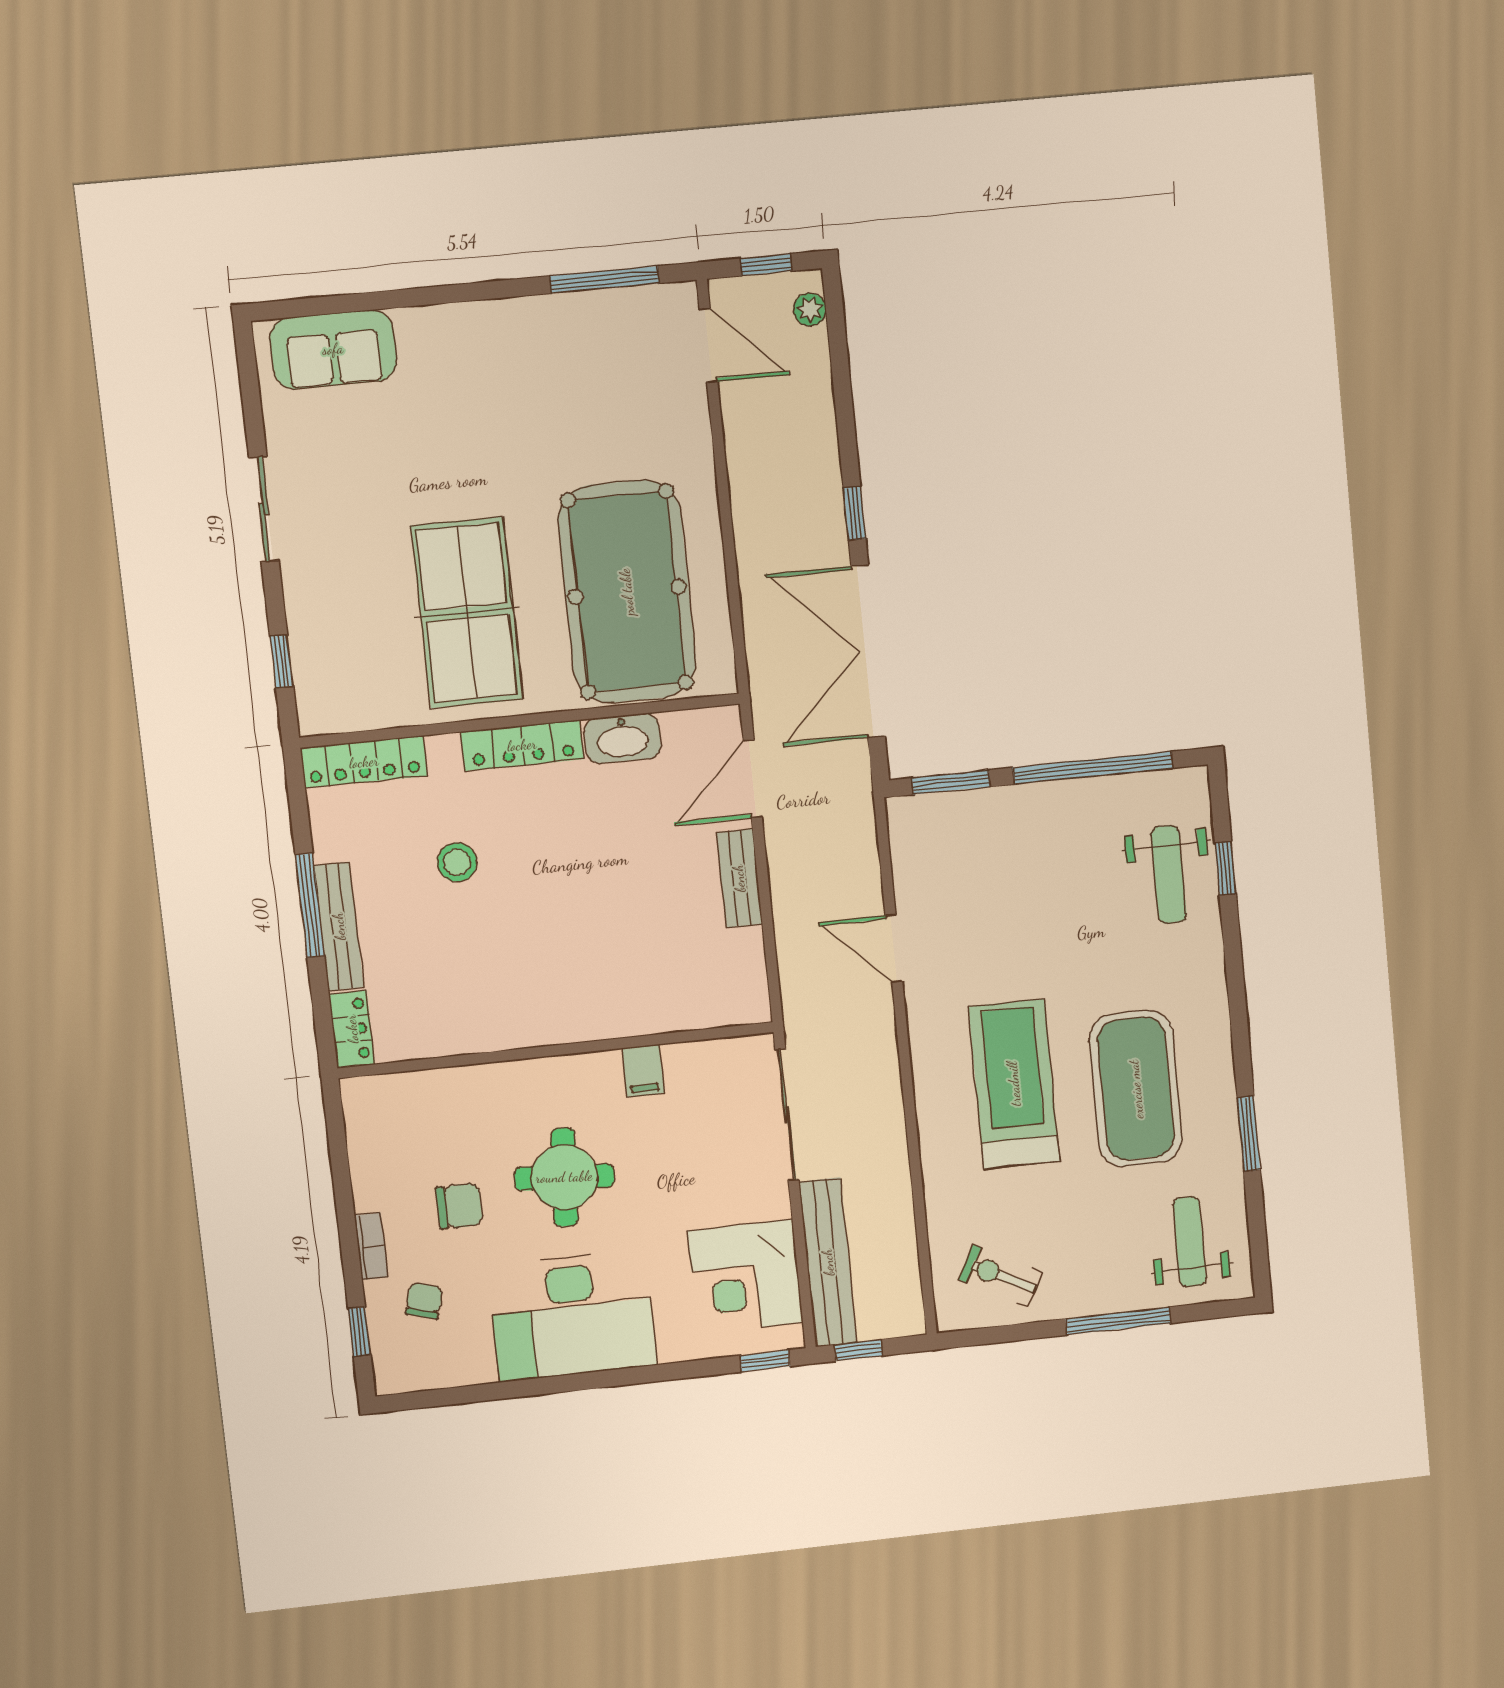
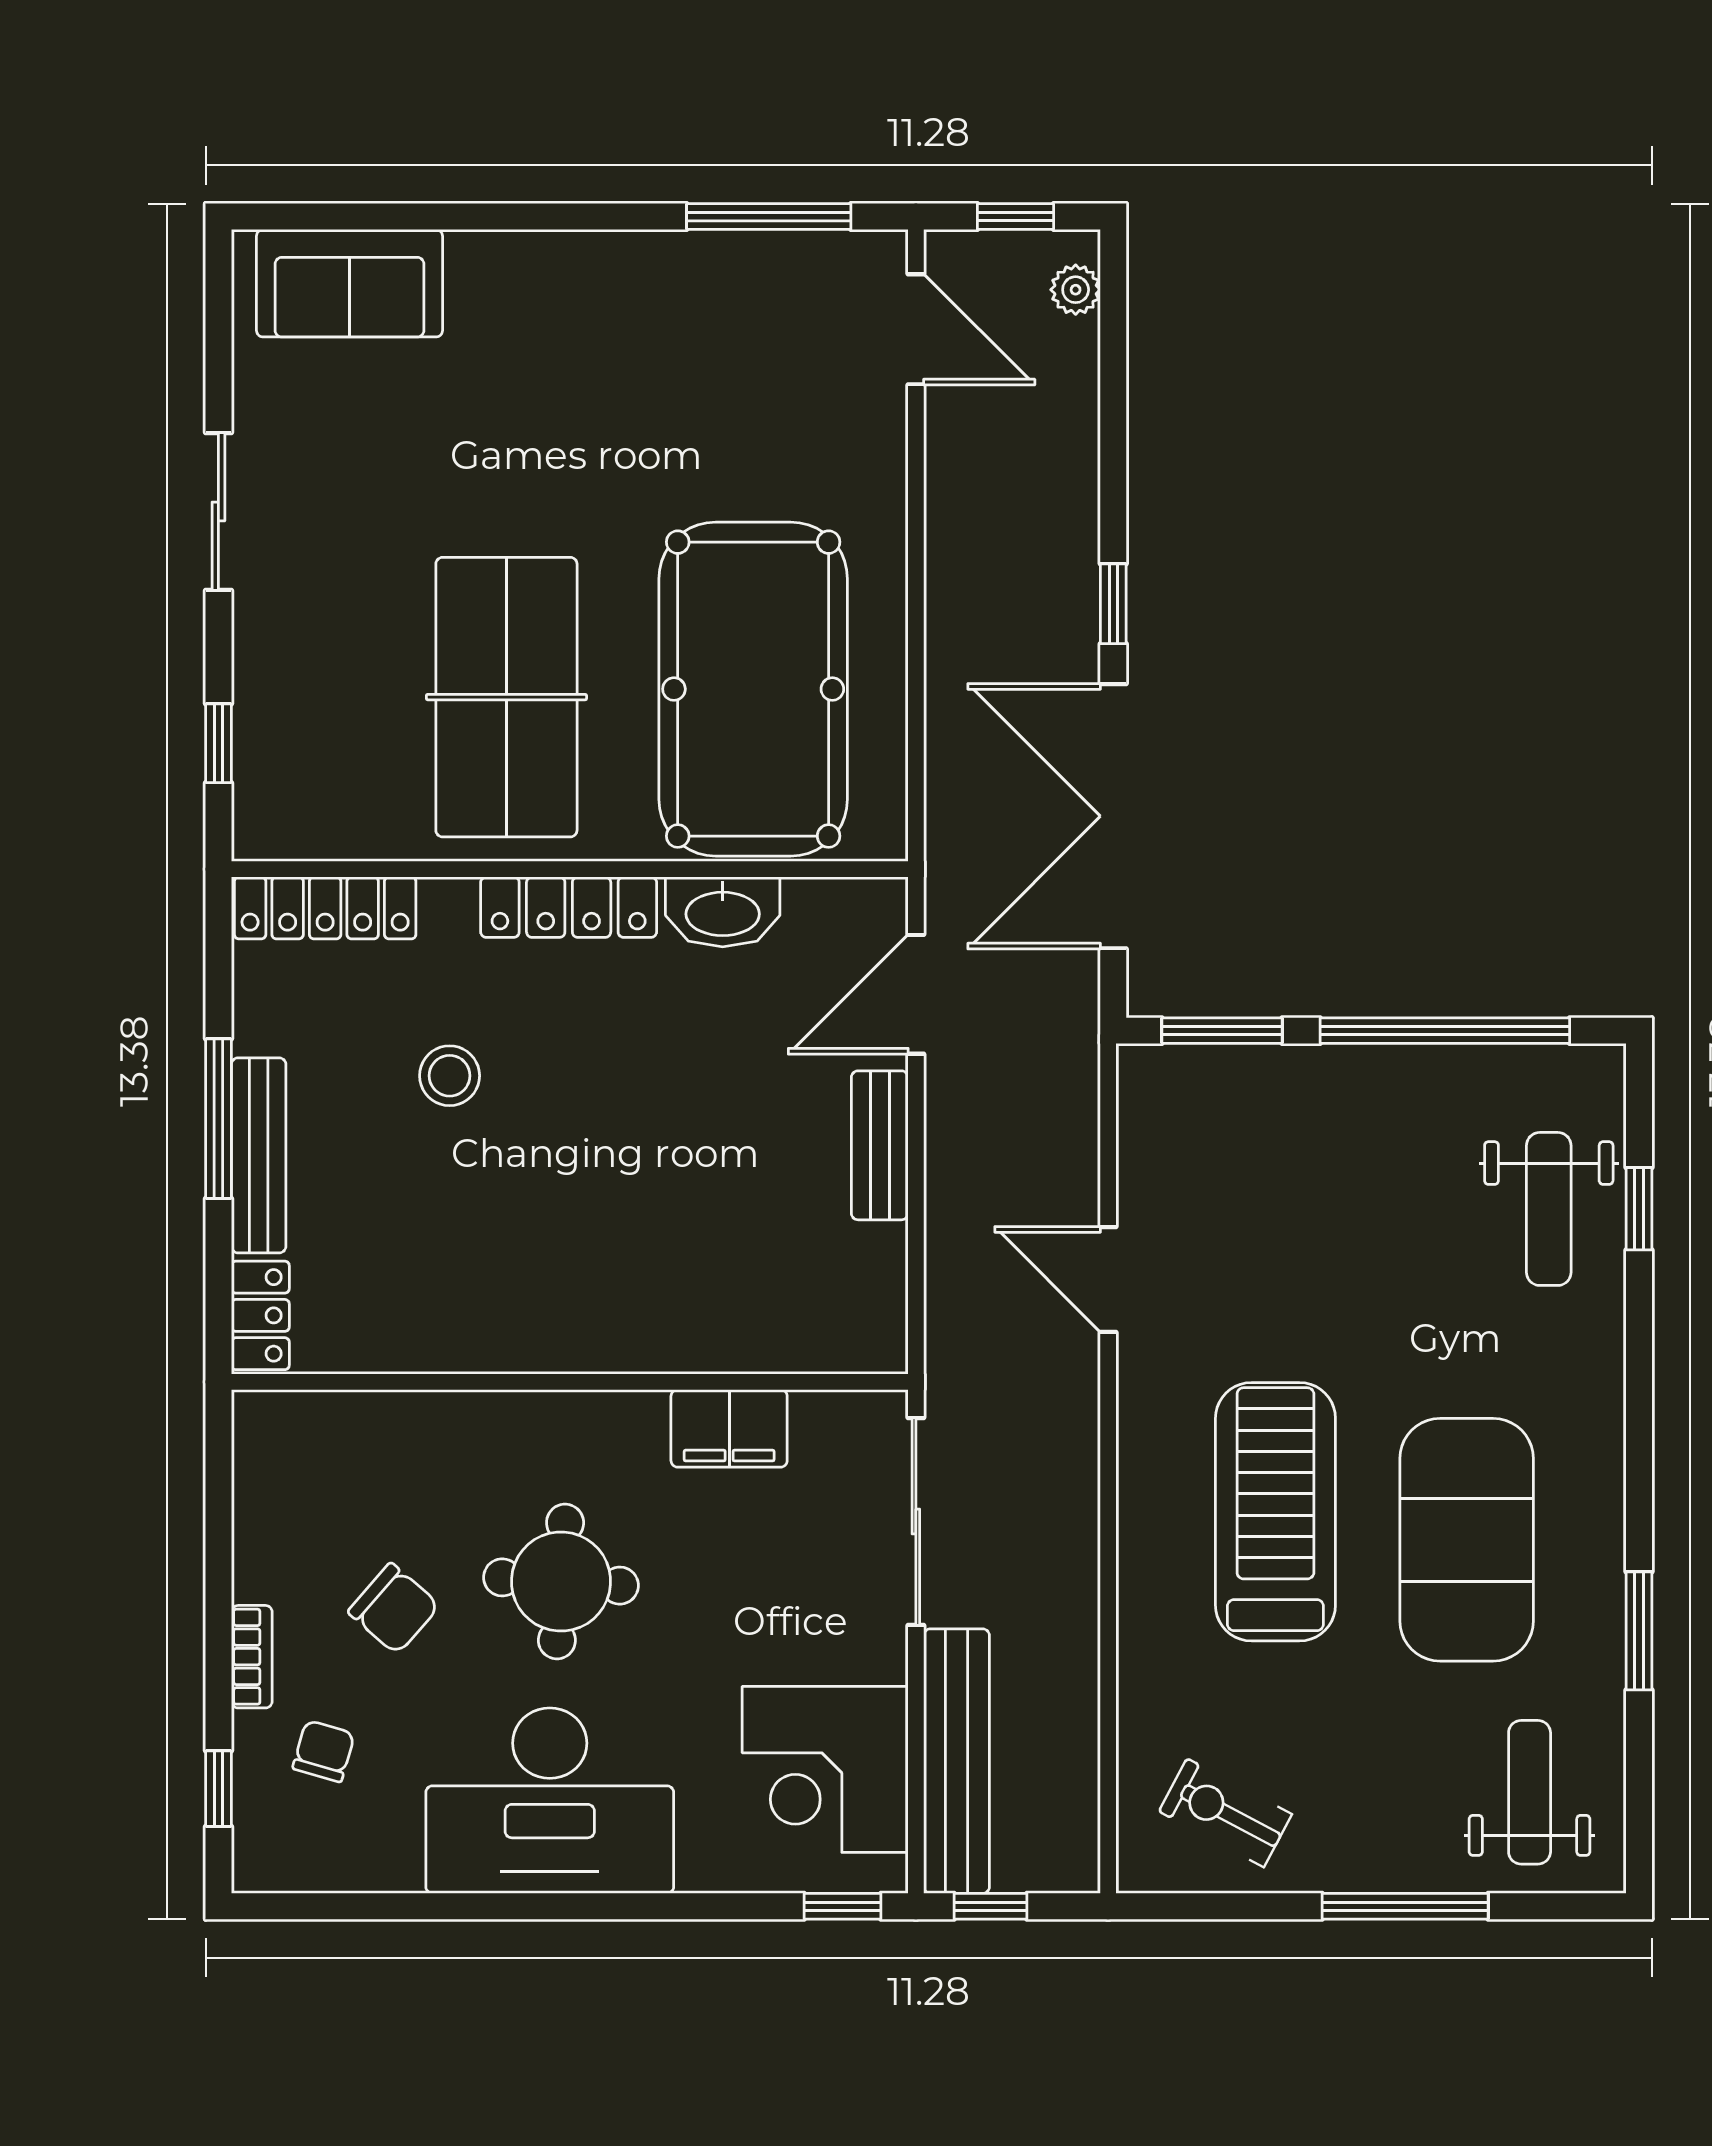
filing cabinet: (643, 1071) -> (729, 1428), width x2.00
chair: (459, 1206) -> (394, 1609), turned 41

